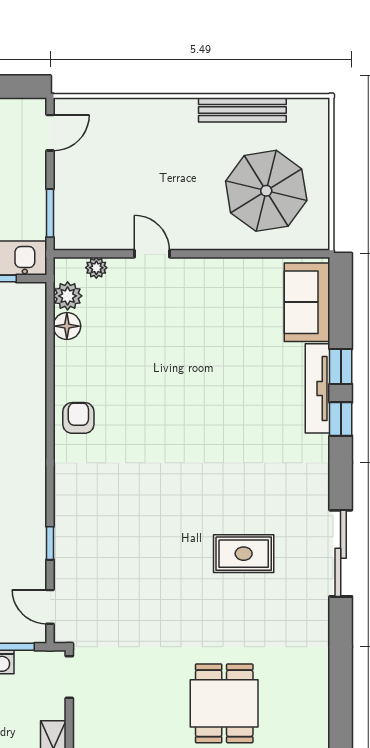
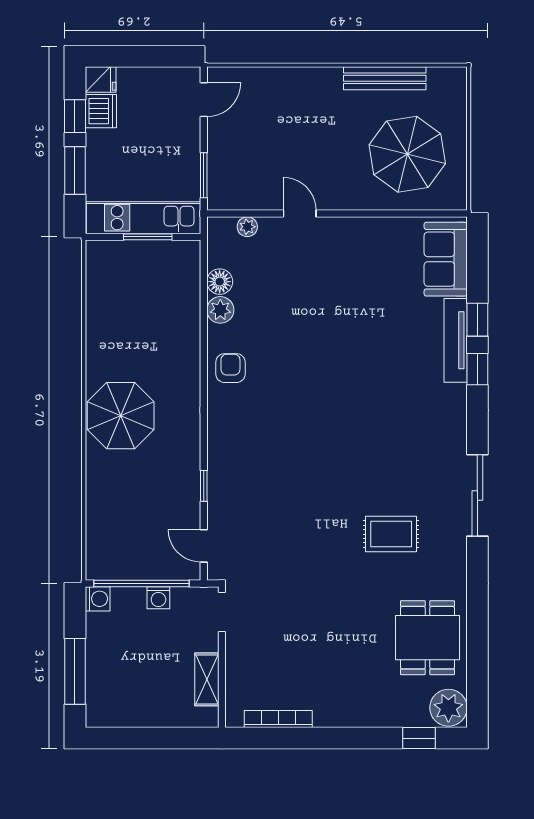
plant: (68, 296) -> (220, 310), moved
rug: (244, 554) -> (391, 534), moved
dining table: (224, 703) -> (428, 638), moved

